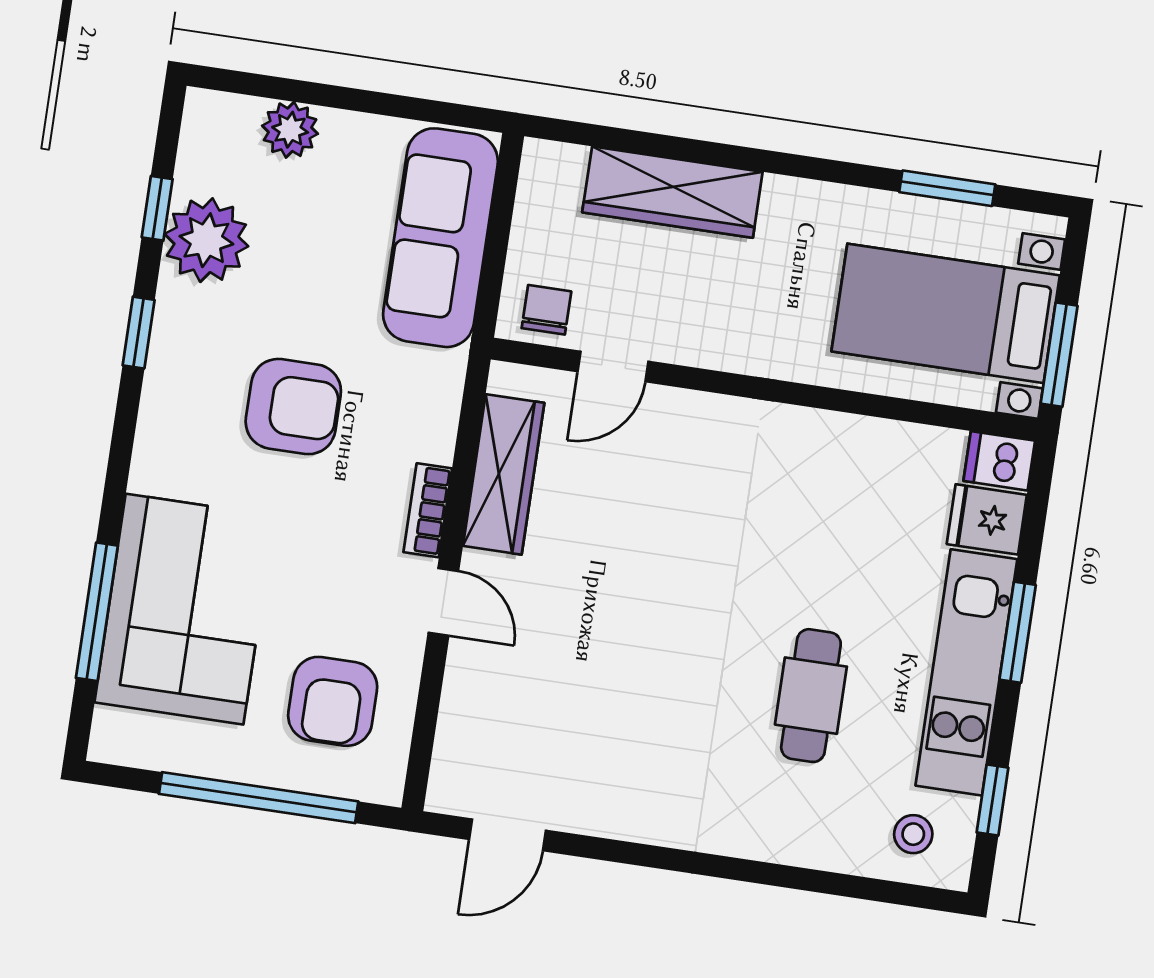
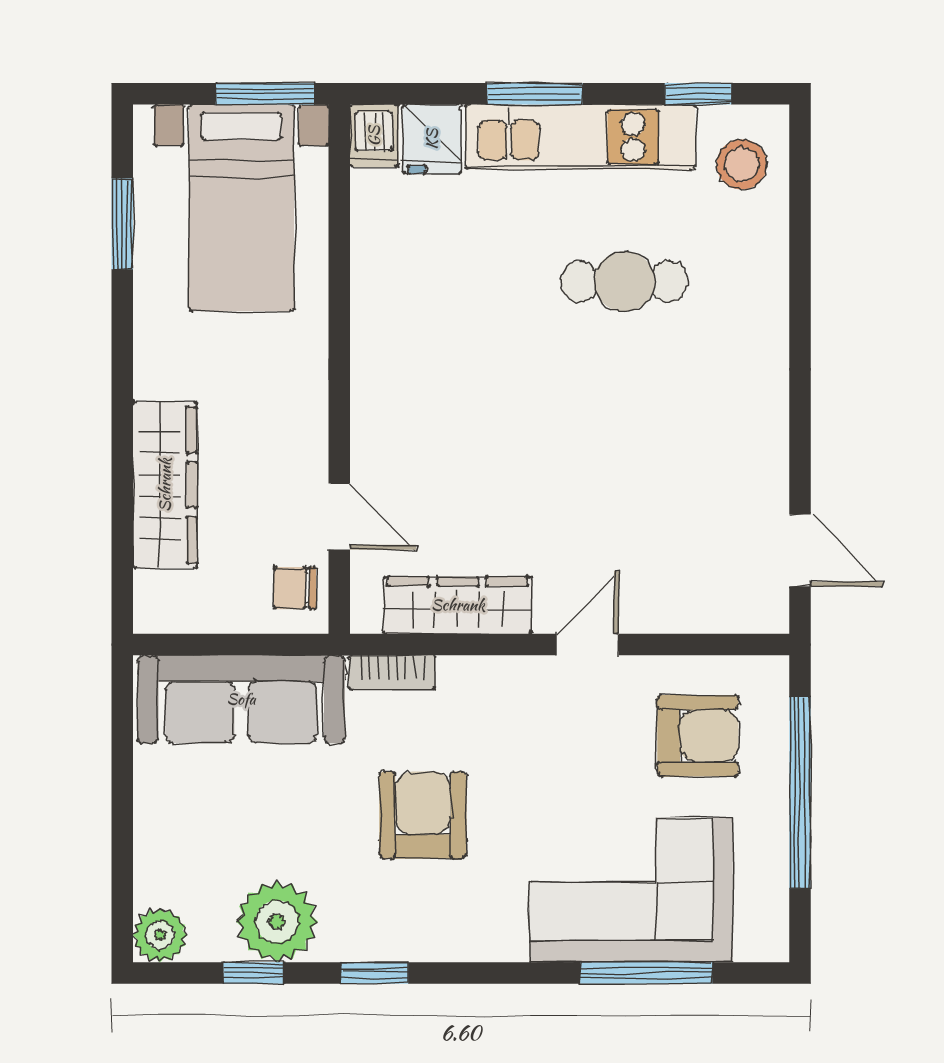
plant: (290, 130) -> (160, 935), moved
bookcase: (428, 510) -> (392, 672), moved
stool: (913, 834) -> (742, 164), width x1.37, depth x1.37

